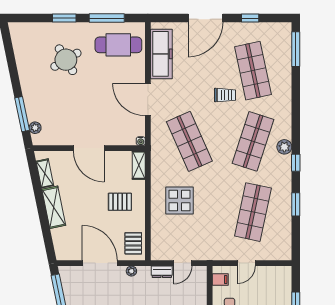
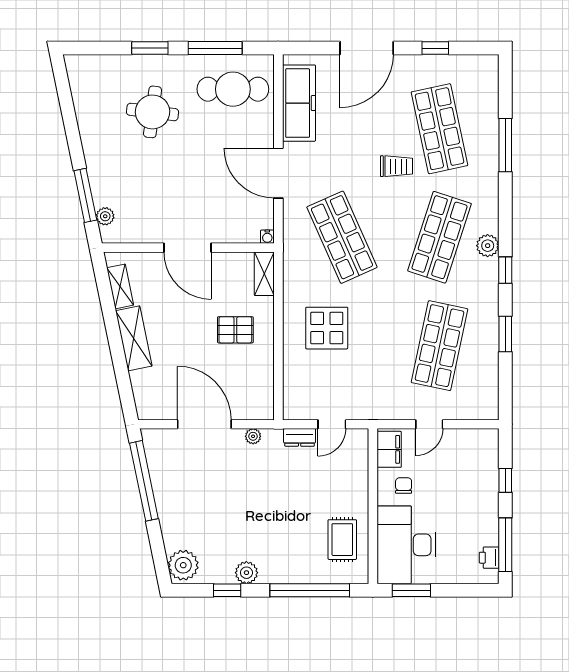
window: (296, 49) -> (505, 145), moved
round table: (66, 60) -> (153, 112), turned 38
pallet: (133, 243) -> (256, 394), removed
filing cabinet: (220, 280) -> (389, 449), width x2.00

